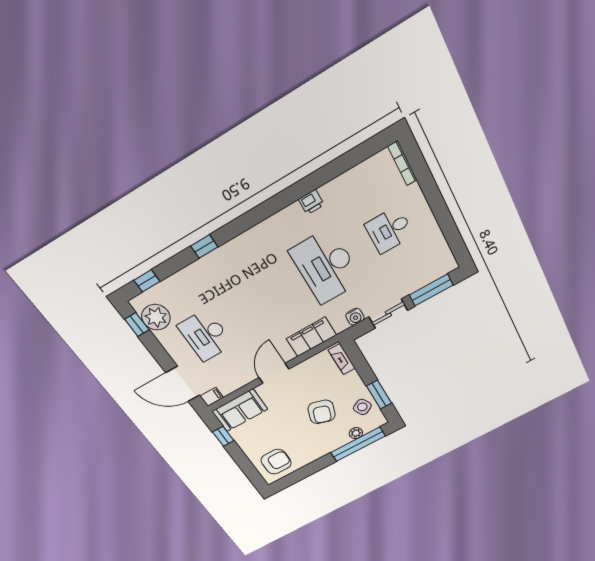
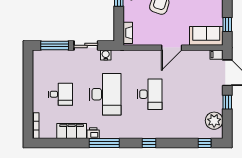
window: (287, 197) -> (104, 143), added
window: (204, 247) -> (149, 143), moved
window: (137, 325) -> (227, 102), moved
desk: (205, 335) -> (150, 94), moved
filing cabinet: (311, 337) -> (72, 131), moved, turned 180

